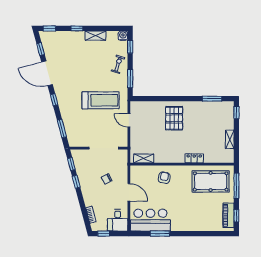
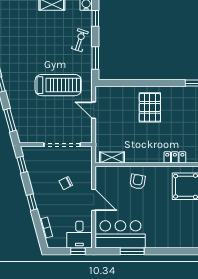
window: (76, 182) -> (32, 202), moved
window: (104, 234) -> (78, 251), moved

